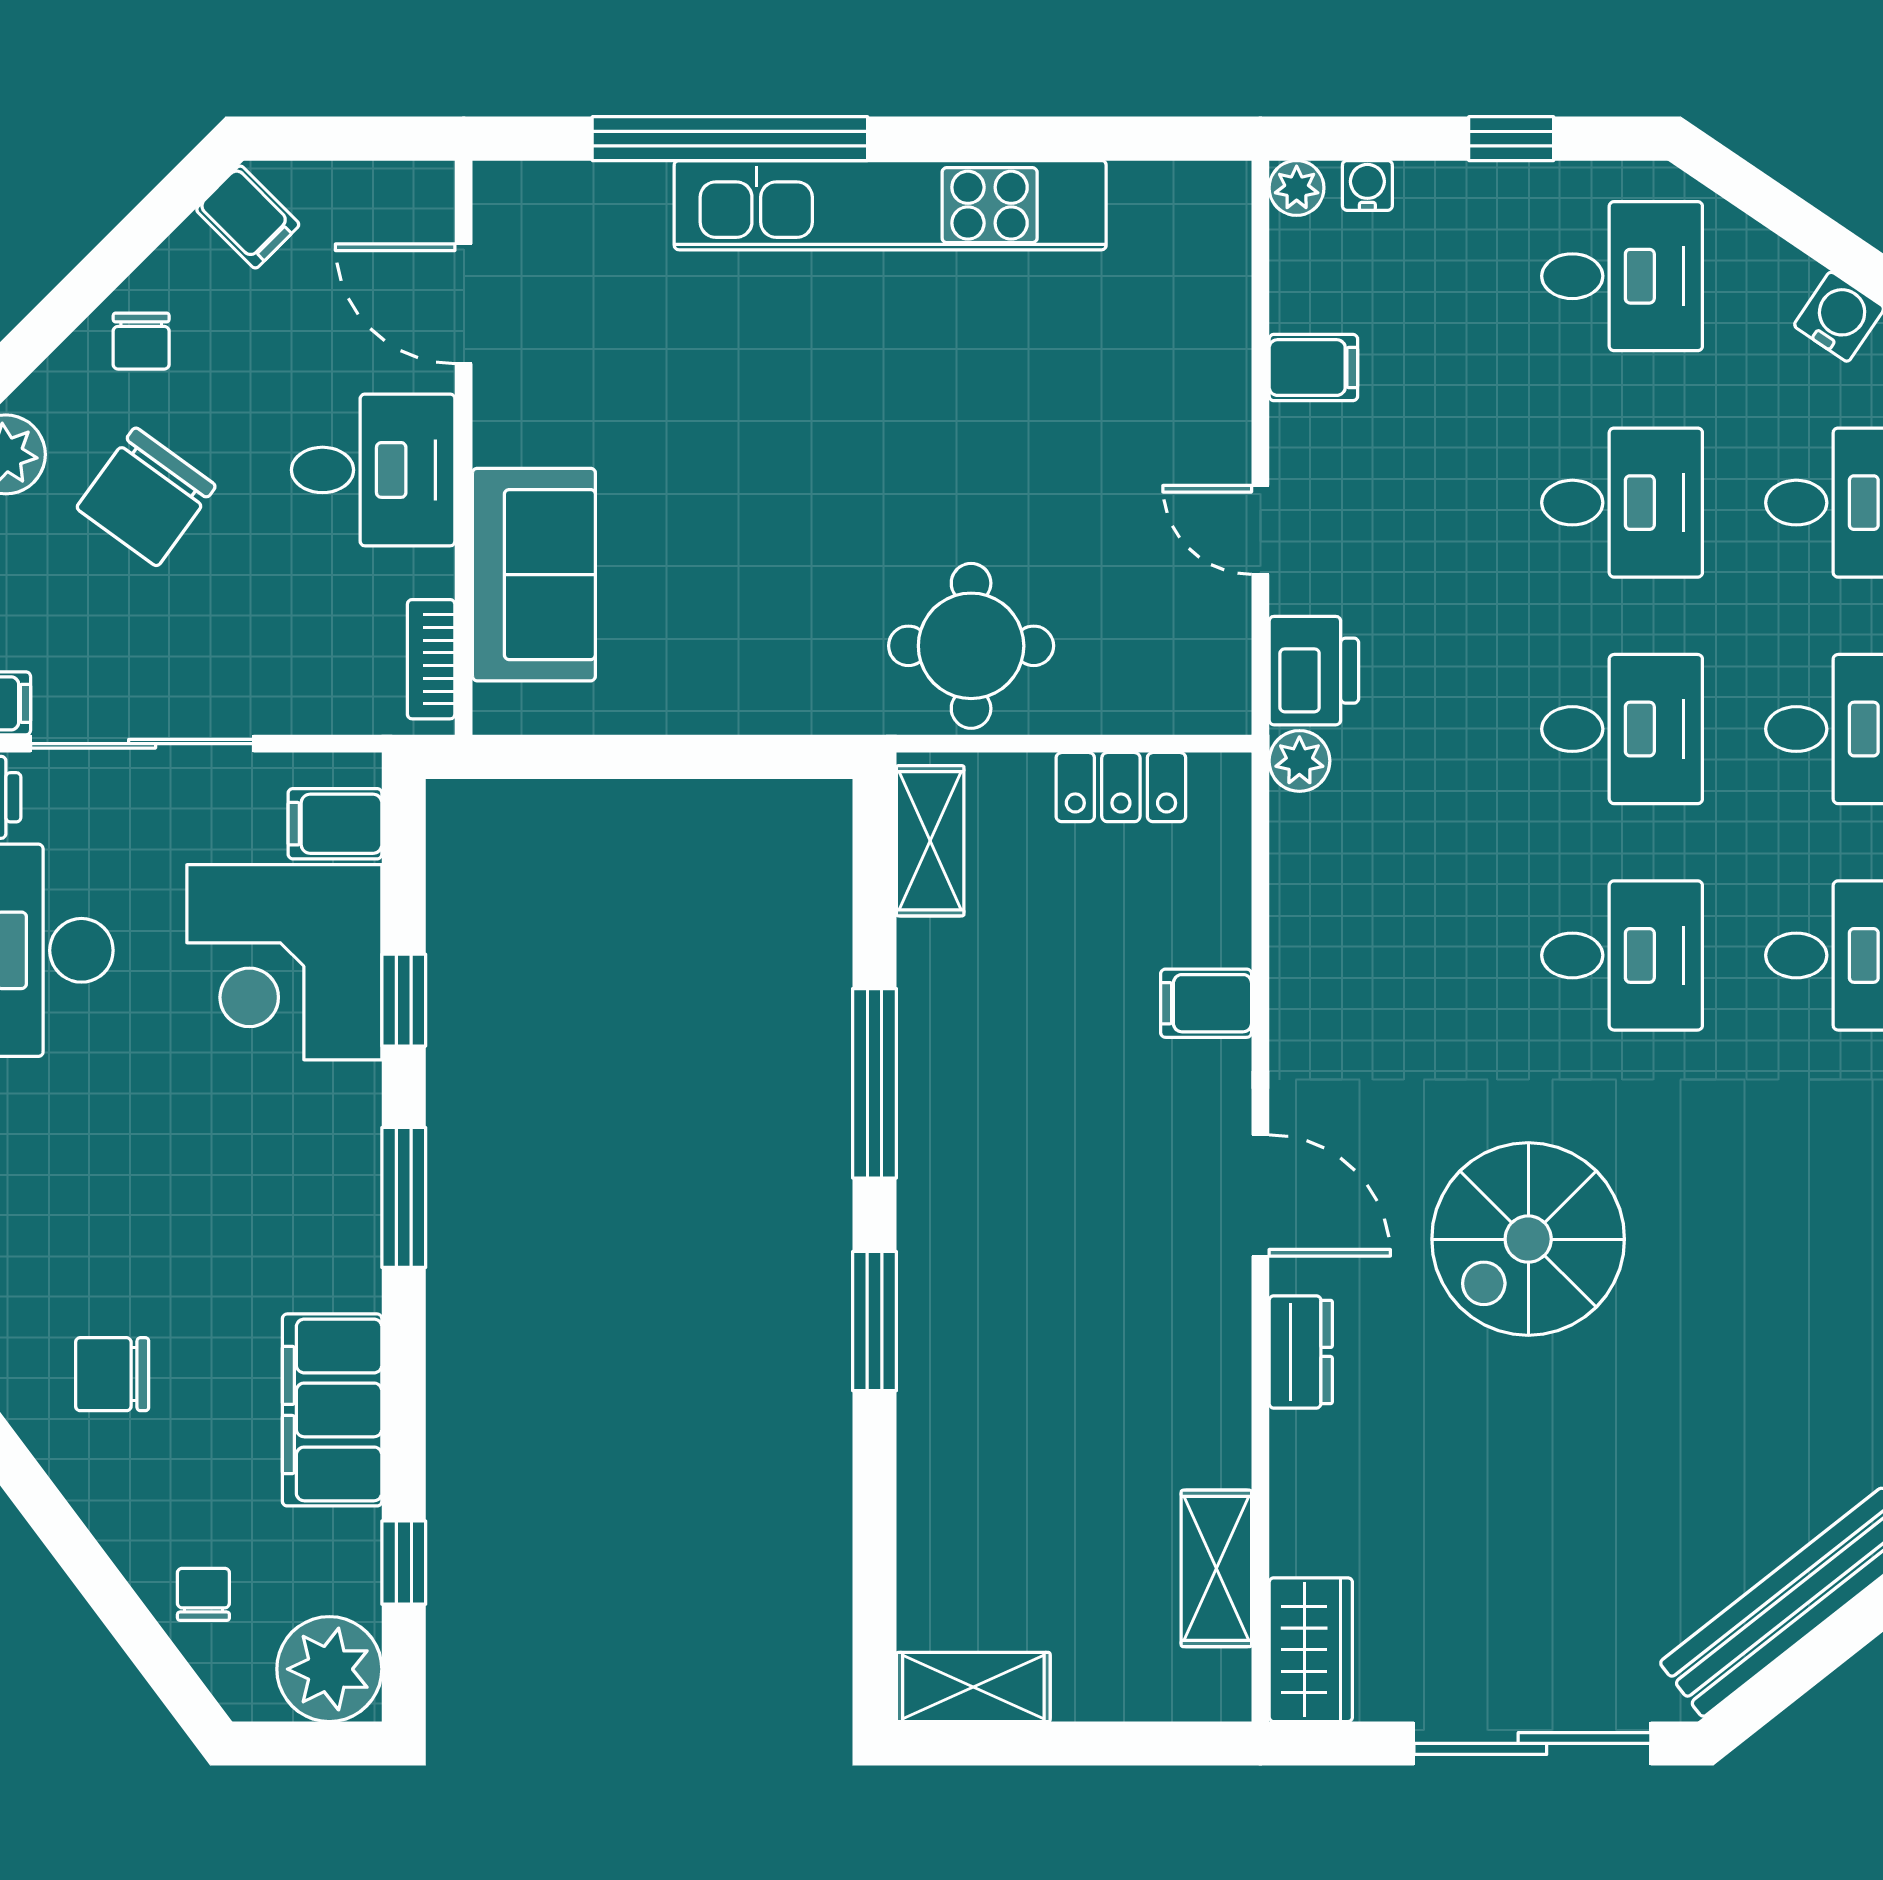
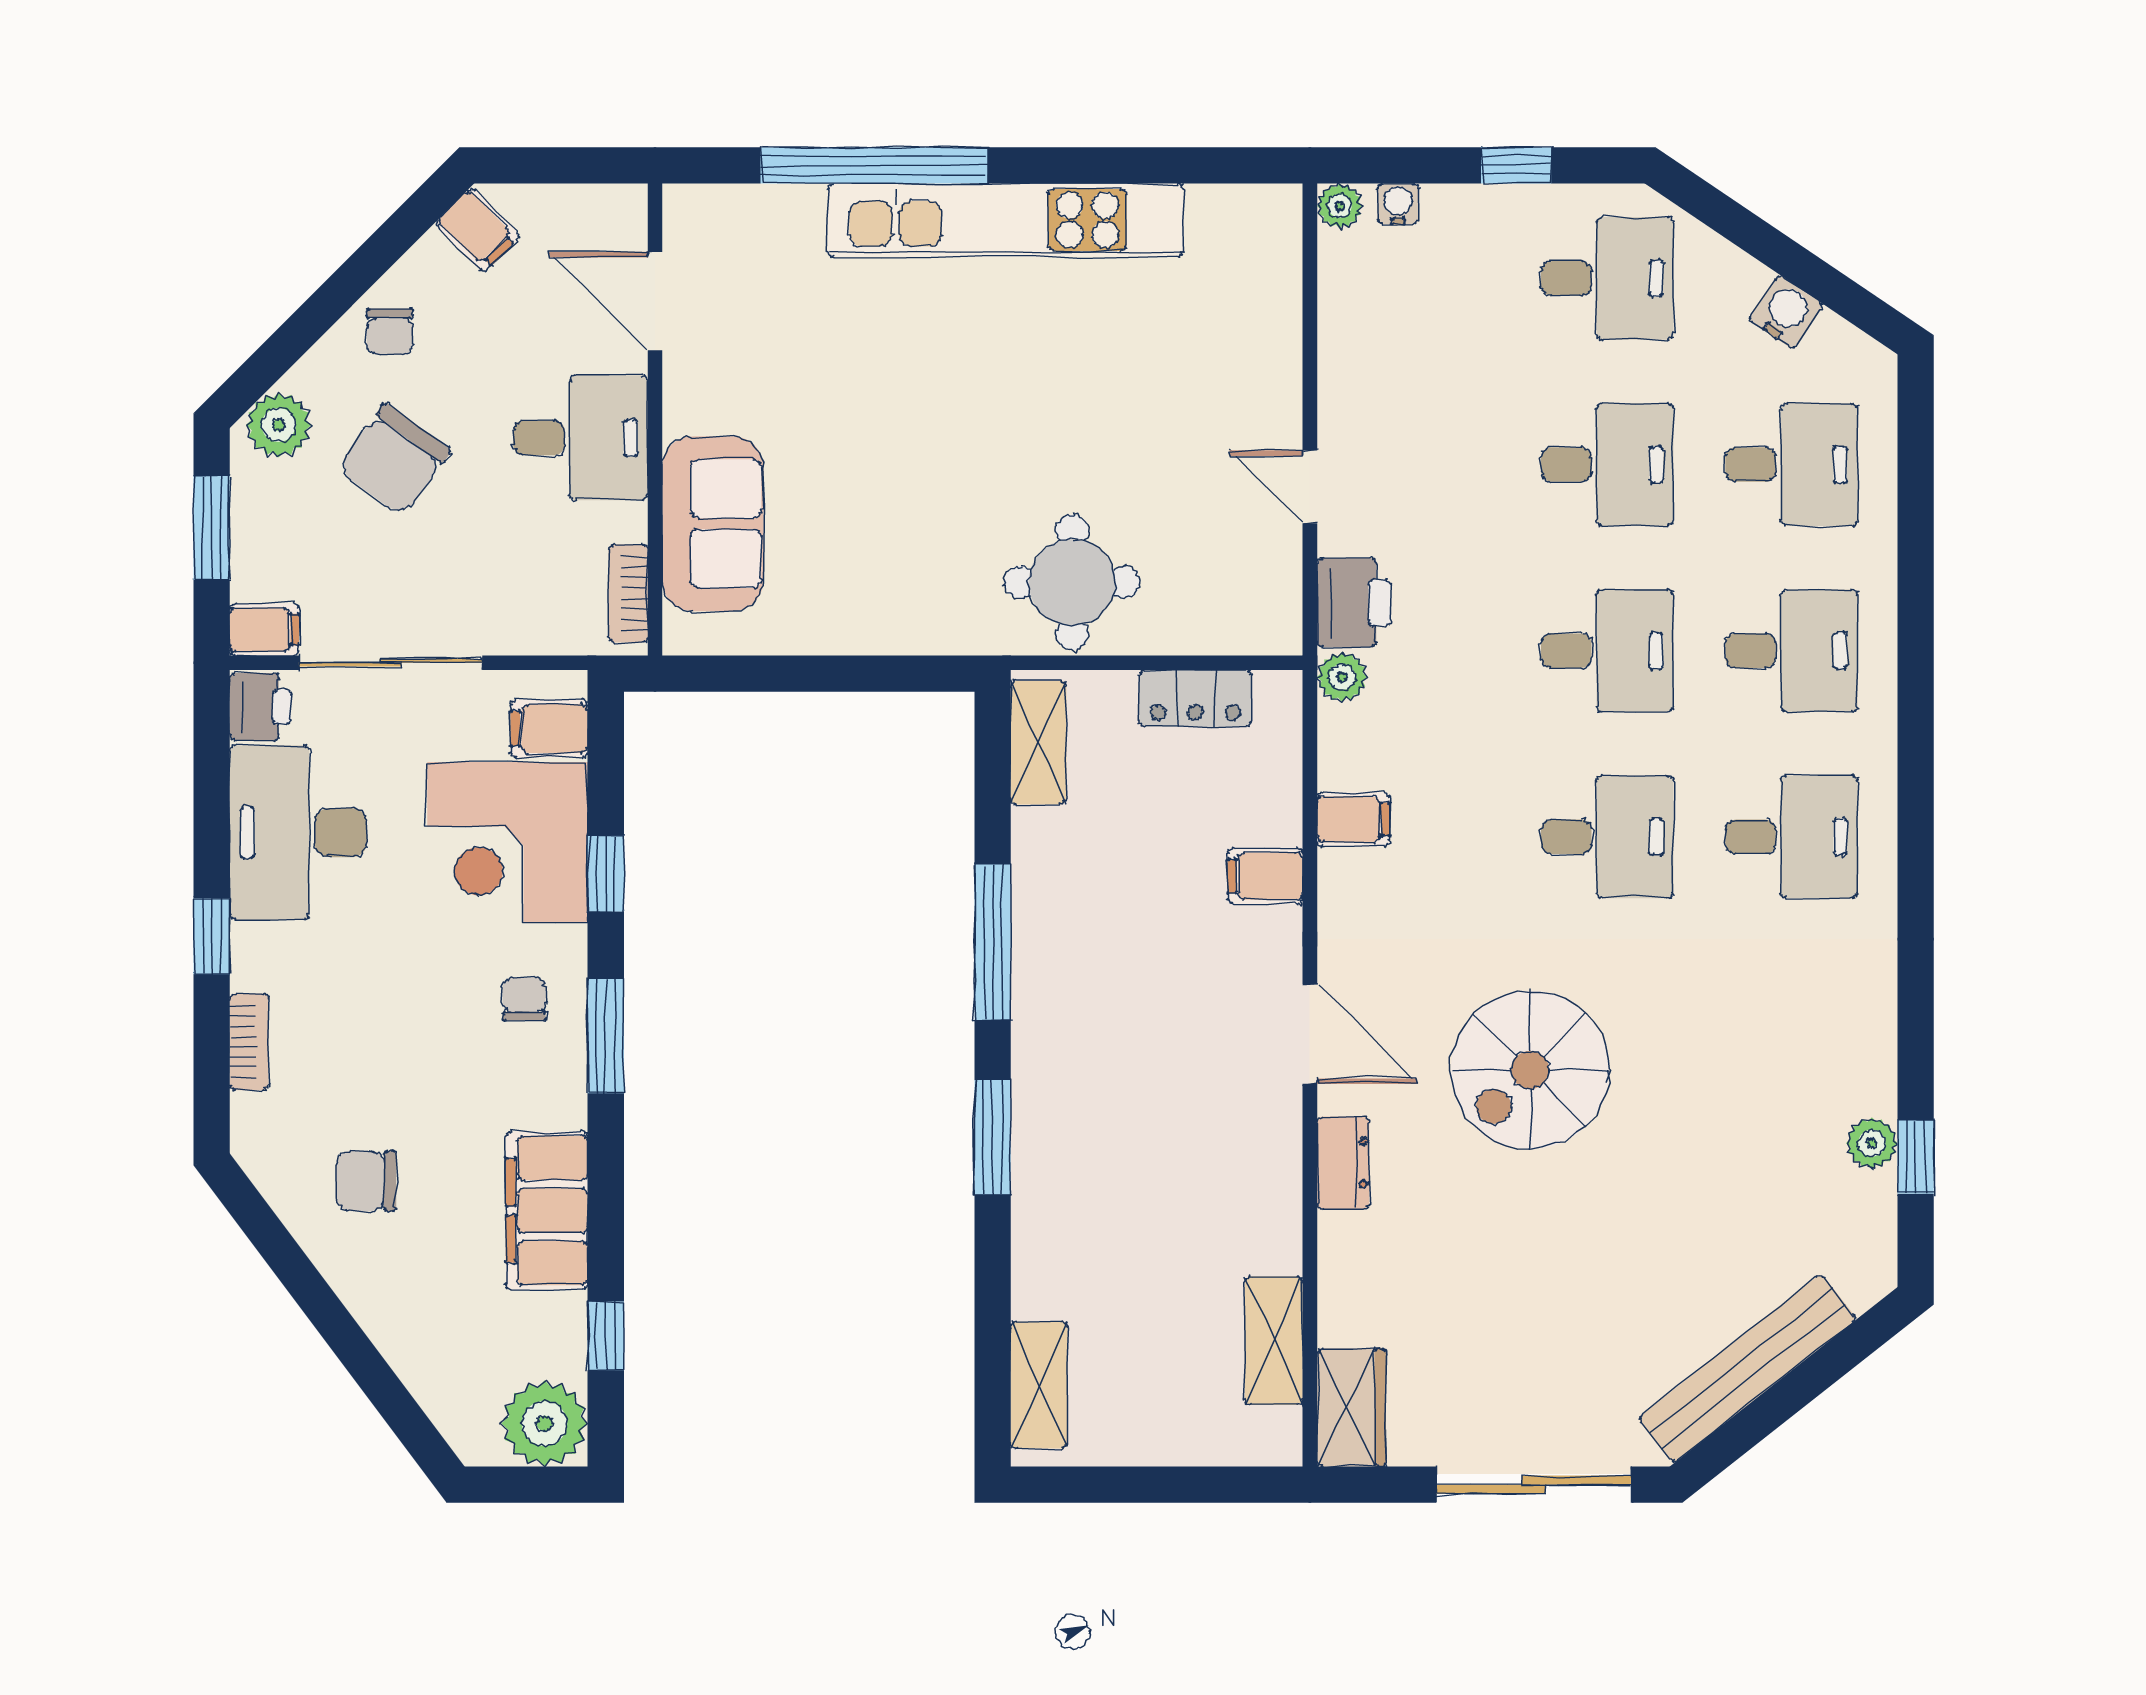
filing cabinet: (1313, 368) -> (1353, 819), moved
chair: (203, 1594) -> (524, 999), moved
shelving: (973, 1687) -> (1039, 1385), moved, turned 90

